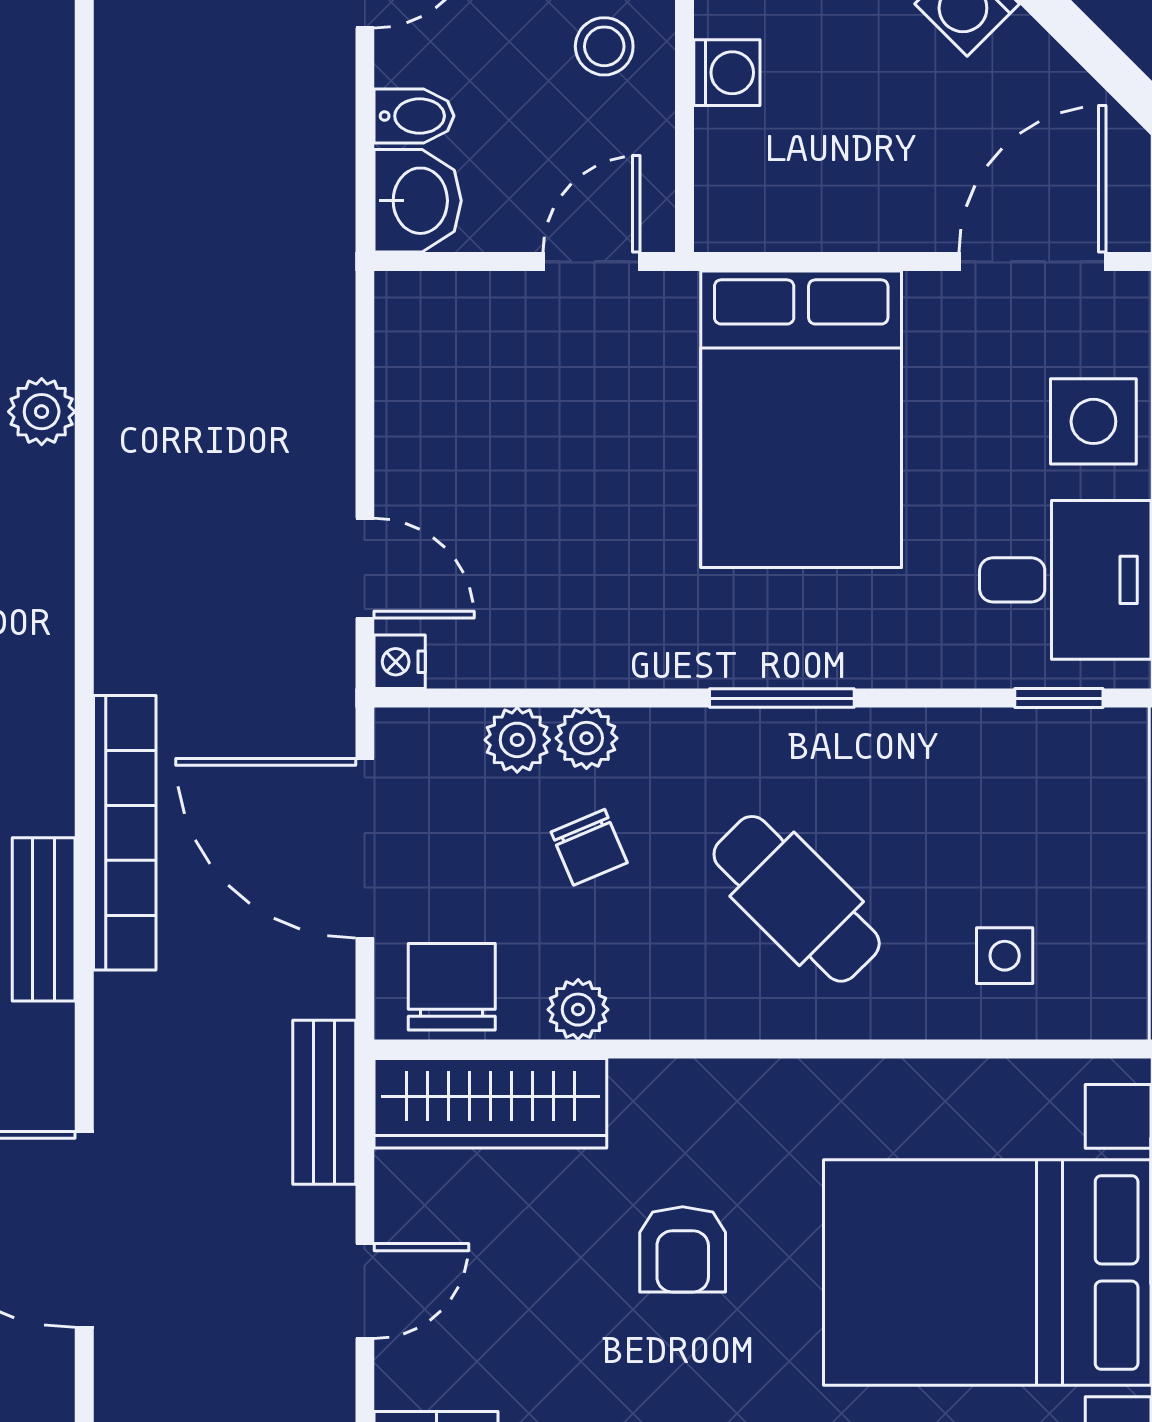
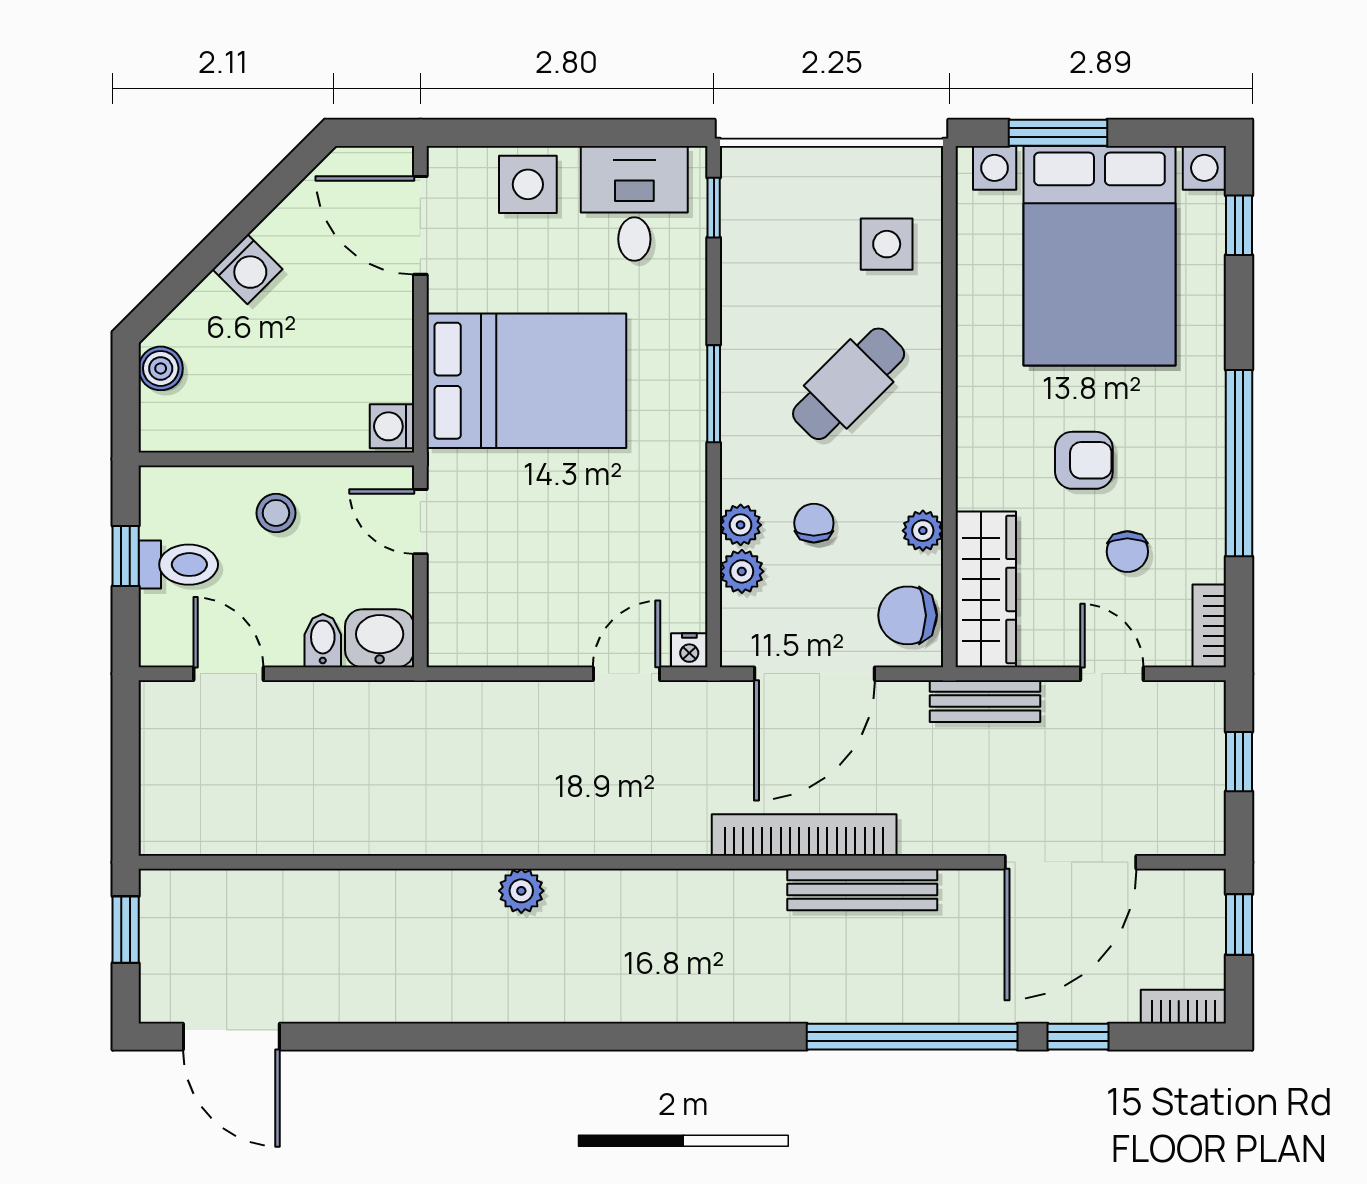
washing machine: (727, 73) -> (392, 426), moved, turned -90
chair: (589, 847) -> (814, 523), turned -67
bench: (44, 919) -> (862, 889), width x1.36
side table: (1005, 956) -> (887, 244), width x1.37, depth x1.37
chair: (547, 1314) -> (1127, 552), added

